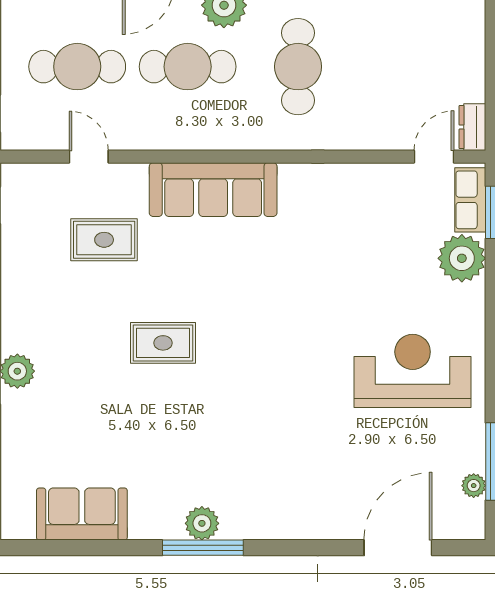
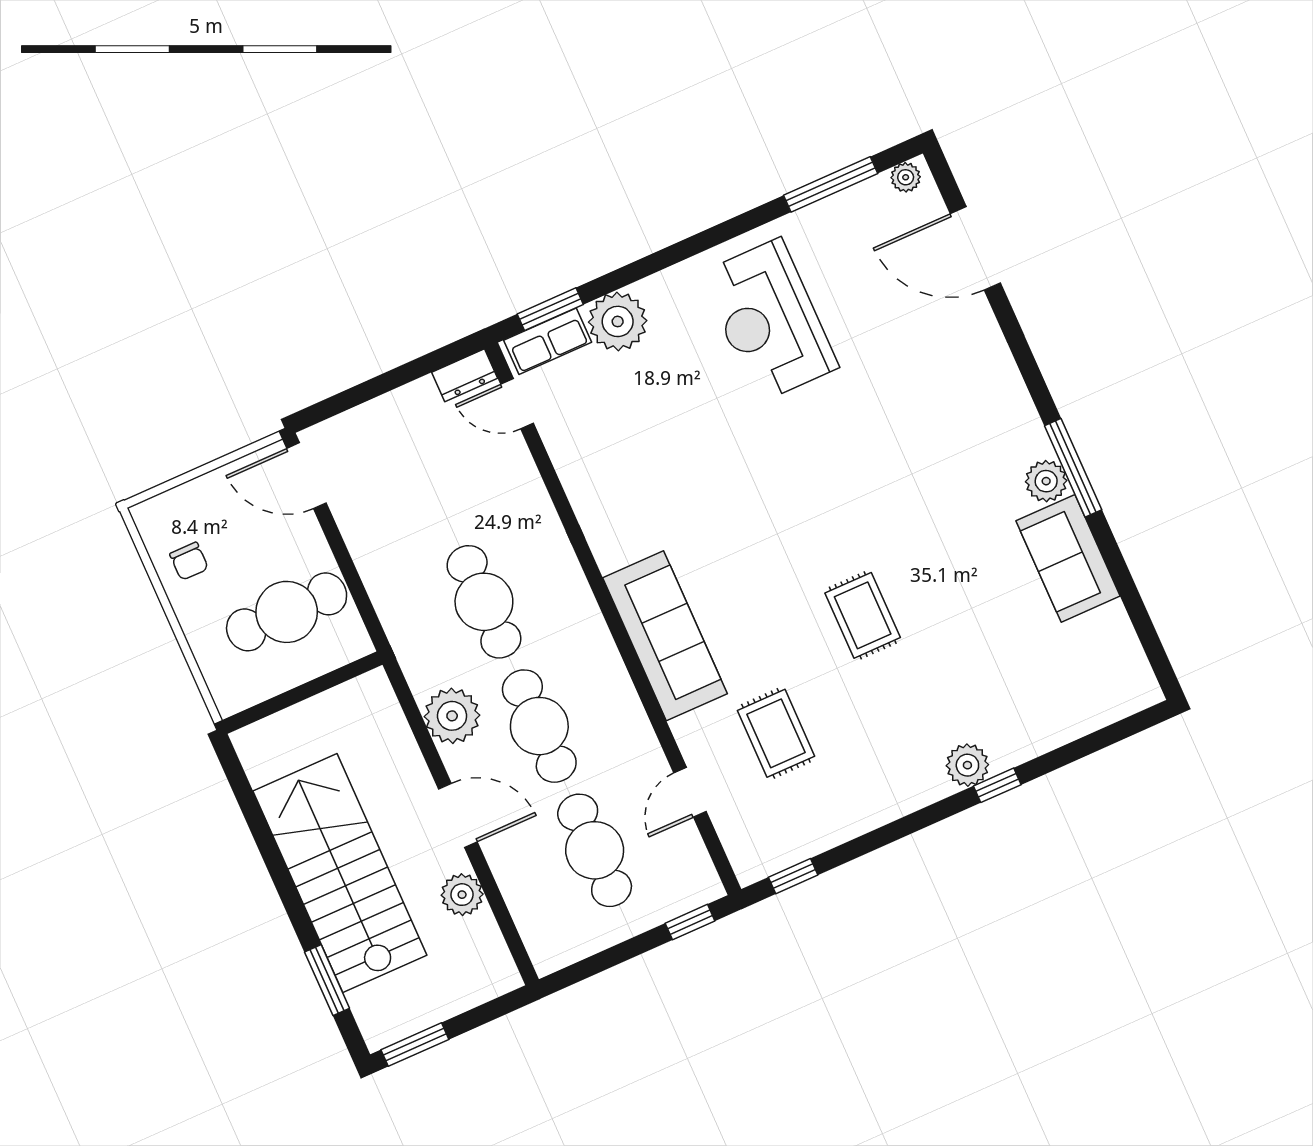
cafe table: (298, 67) -> (484, 602), turned 90
plant: (474, 486) -> (906, 177), moved
sofa: (82, 514) -> (1068, 558), moved

